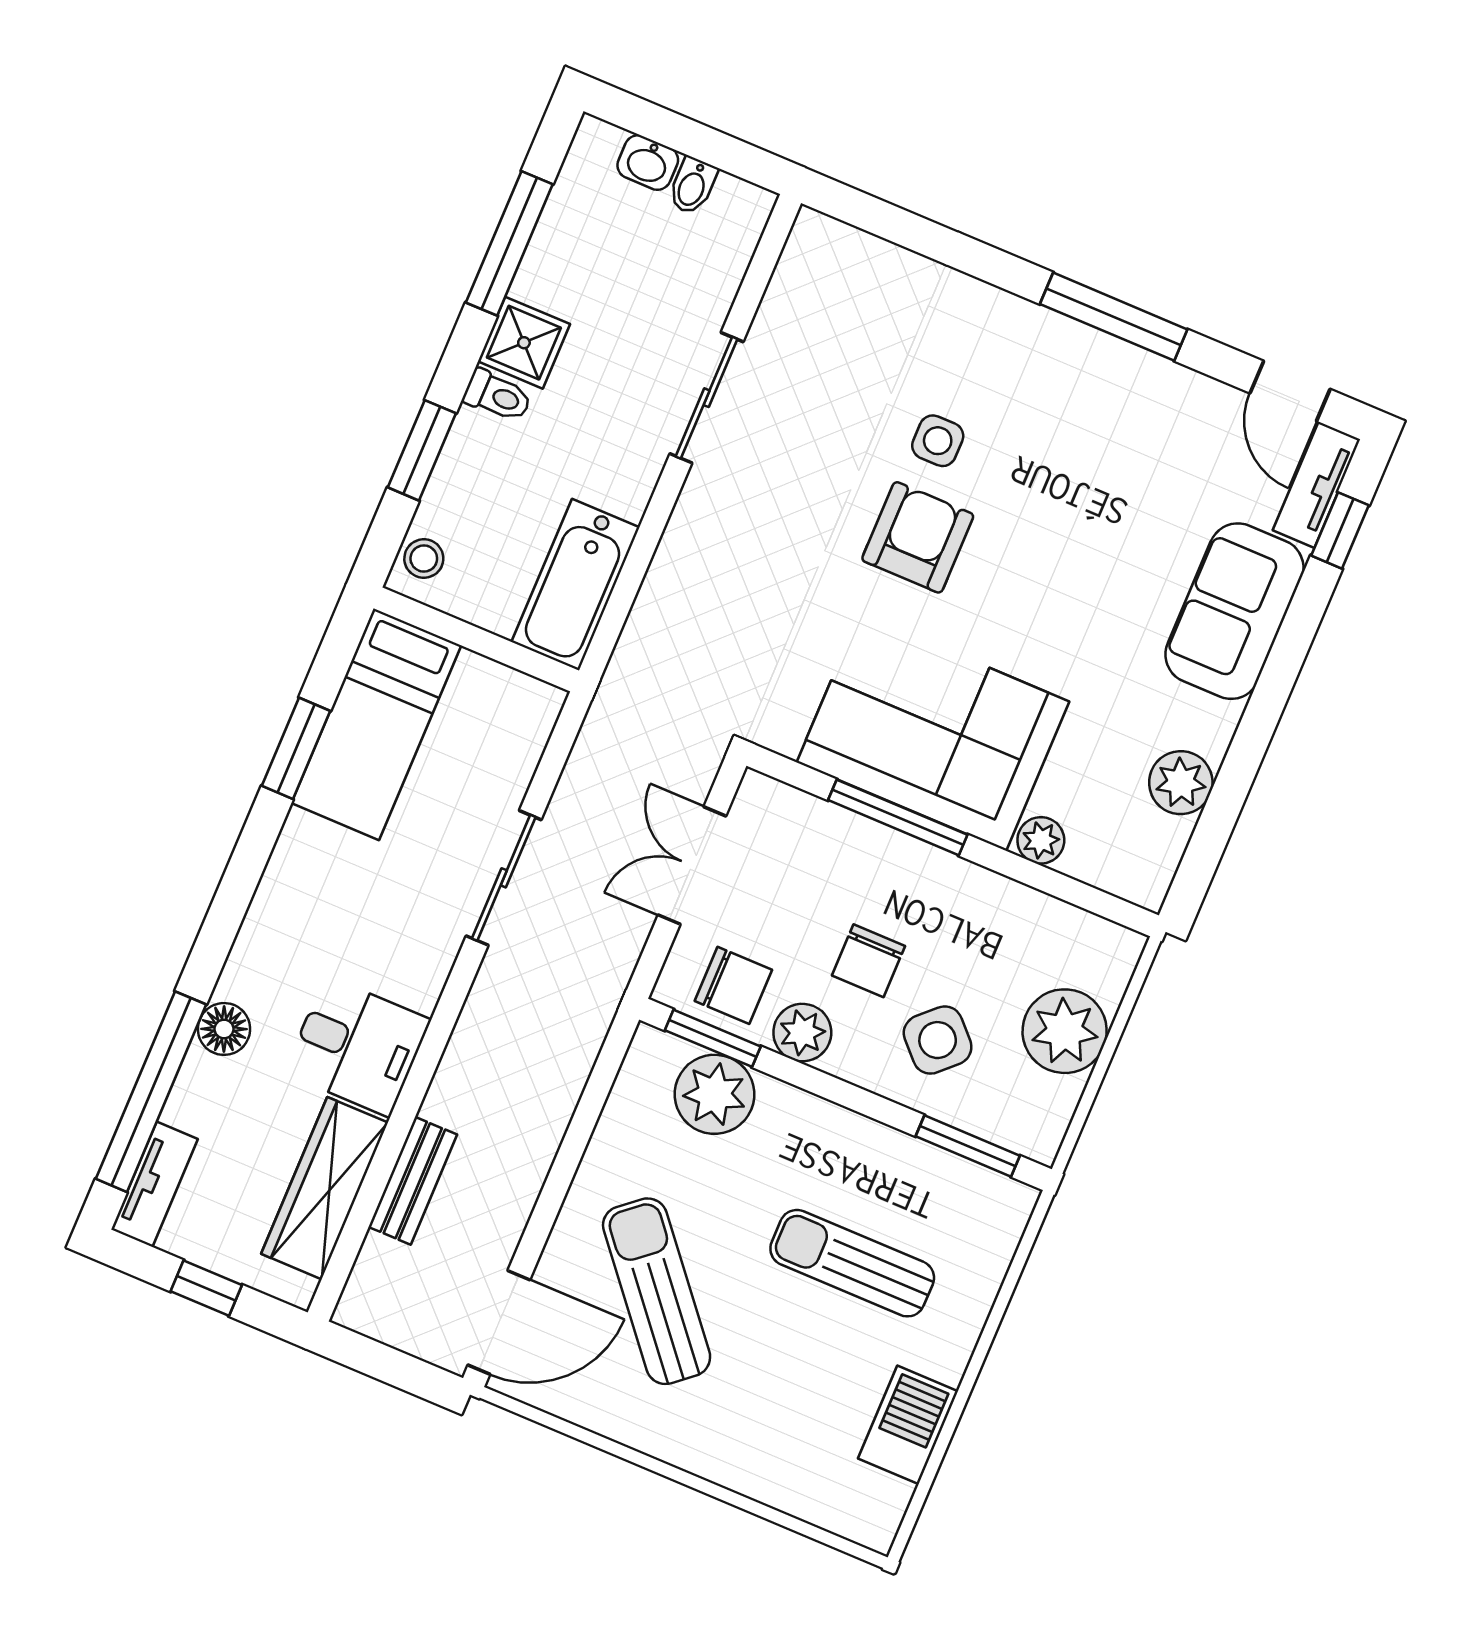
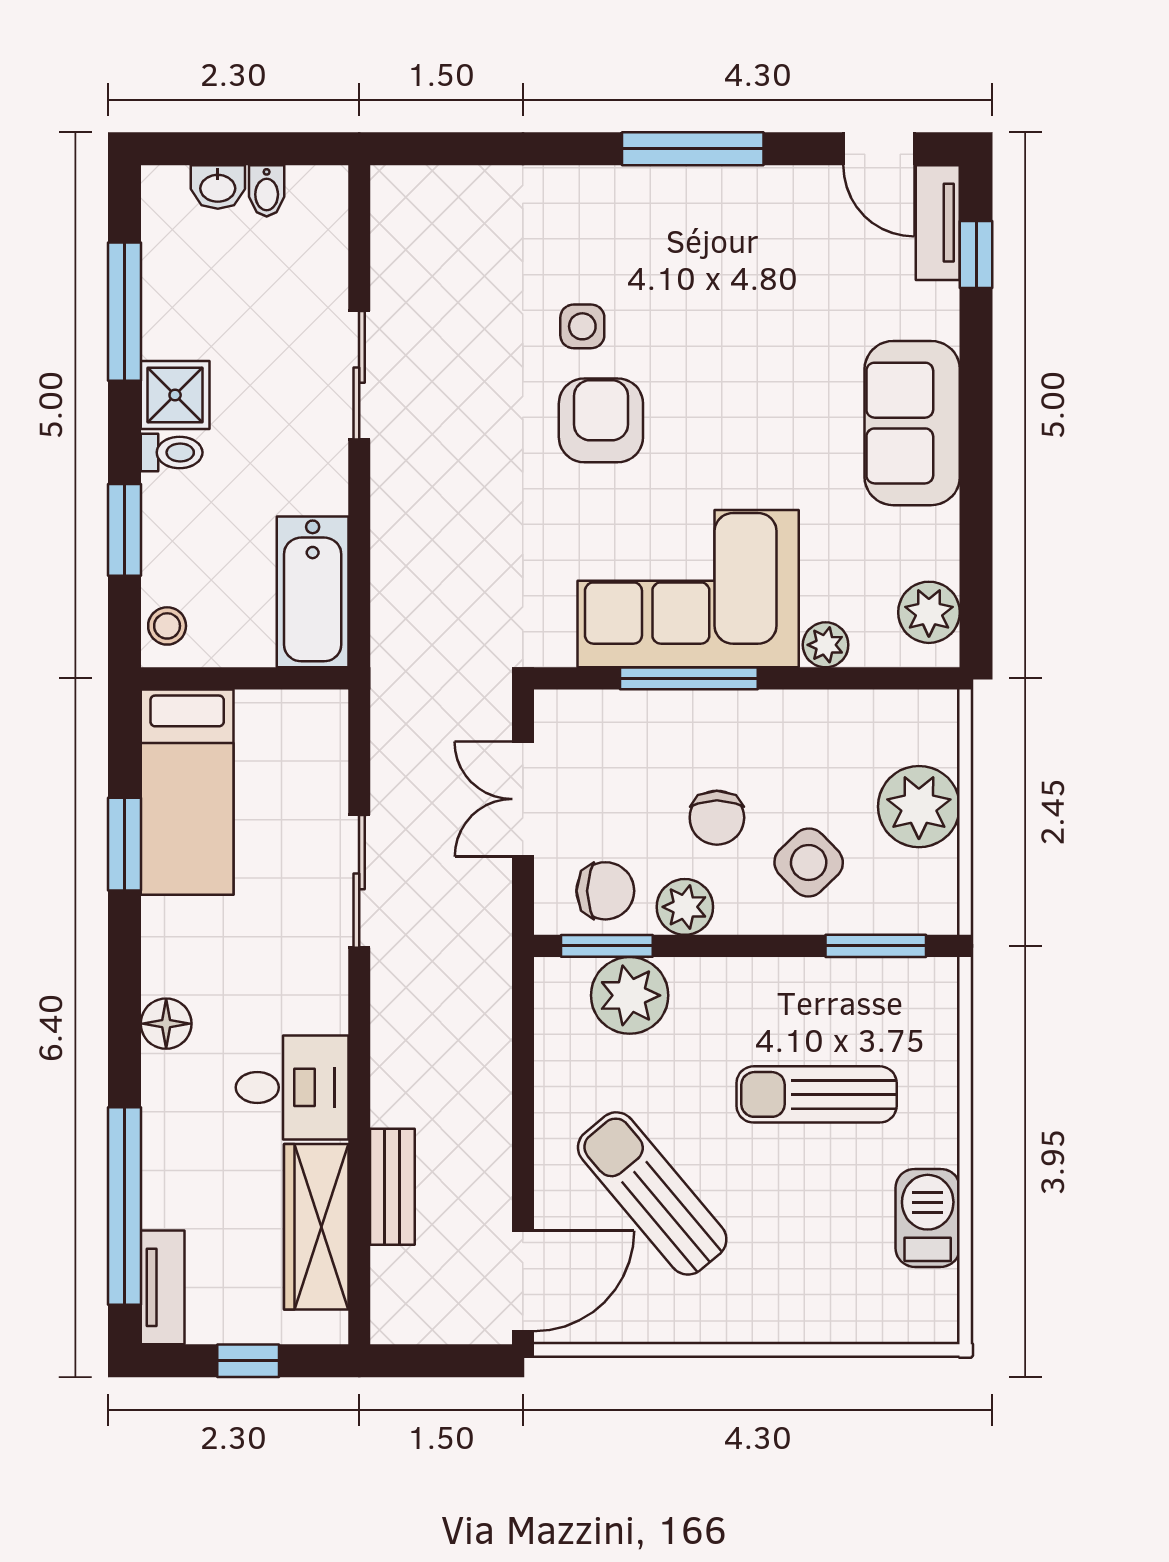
sofa: (1234, 611) -> (912, 423), moved
plant: (1181, 783) -> (929, 612), moved
floor lamp: (224, 1029) -> (166, 1024), moved

